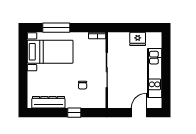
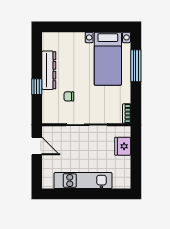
fridge: (138, 39) -> (123, 146), moved
dresser: (48, 102) -> (49, 70), moved
door: (139, 113) -> (37, 146), moved

